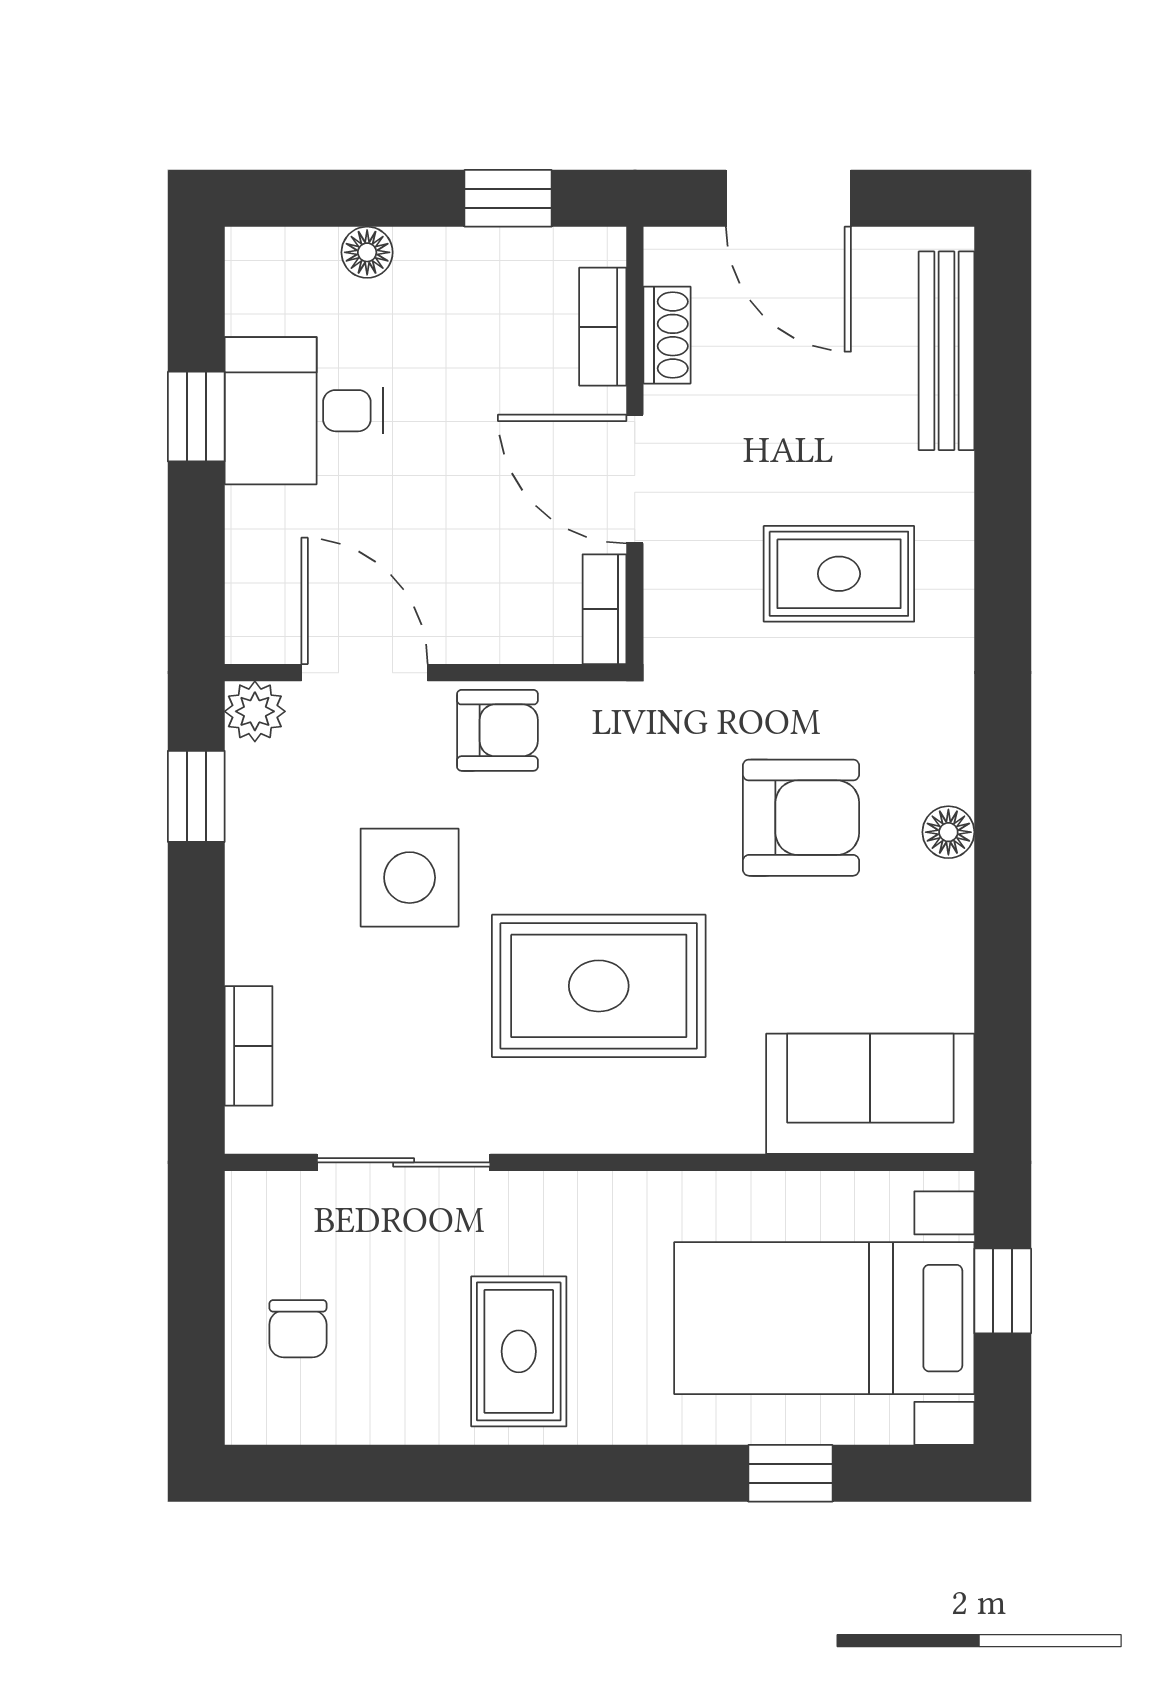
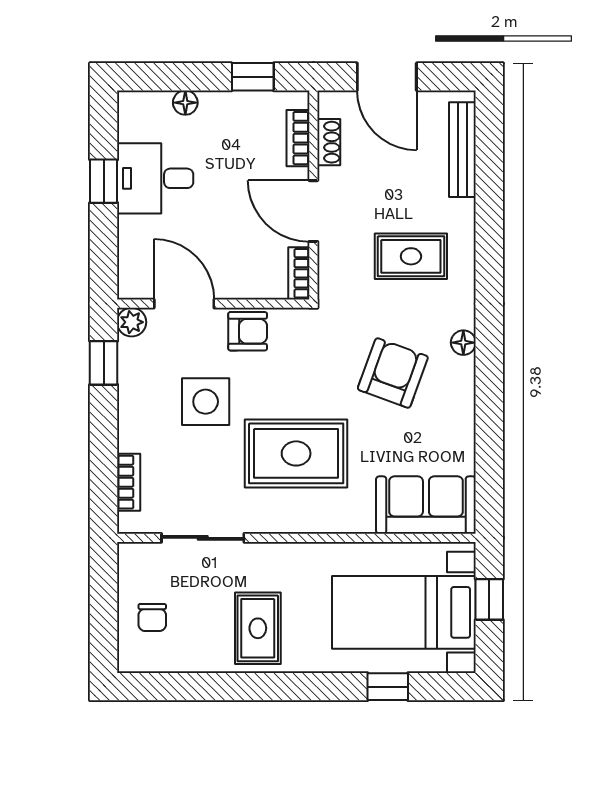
armchair: (801, 818) -> (393, 373), turned -70
floor lamp: (948, 832) -> (463, 343), moved

